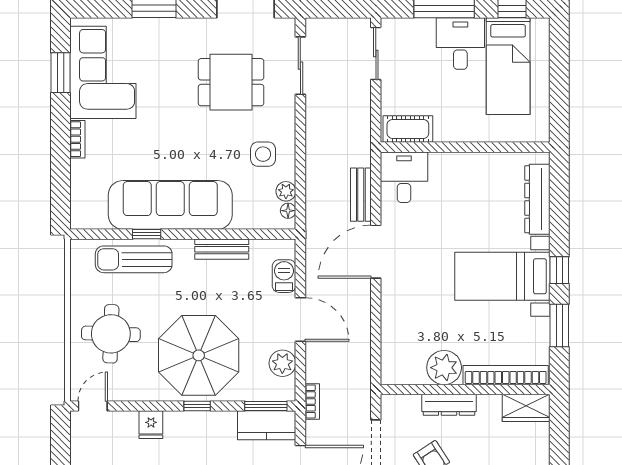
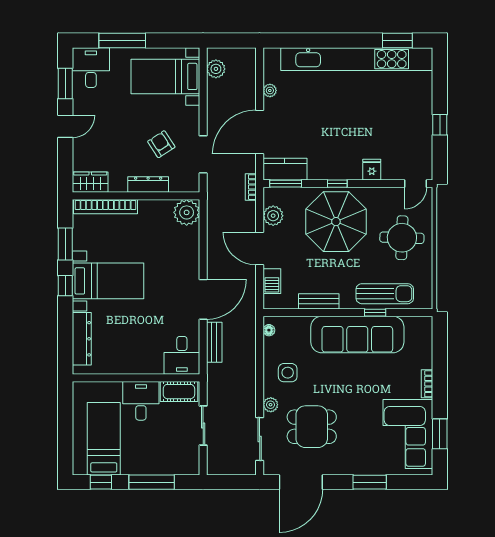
desk: (460, 44) -> (141, 401), moved, turned 180
sliding door: (376, 53) -> (203, 425), moved
plant: (286, 191) -> (271, 405), moved
plant: (444, 368) -> (187, 212), moved

